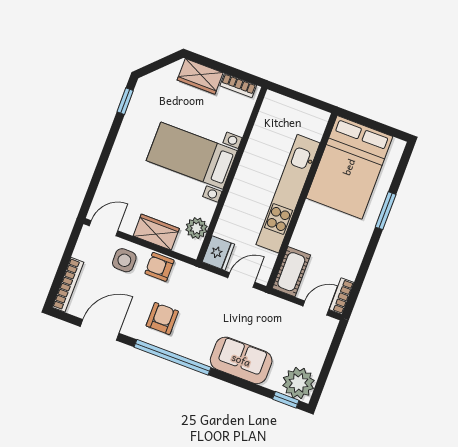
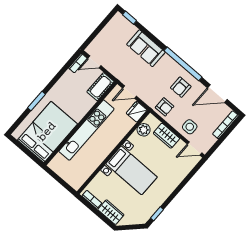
armchair: (159, 267) -> (165, 107), moved
plant: (298, 383) -> (119, 24), removed

